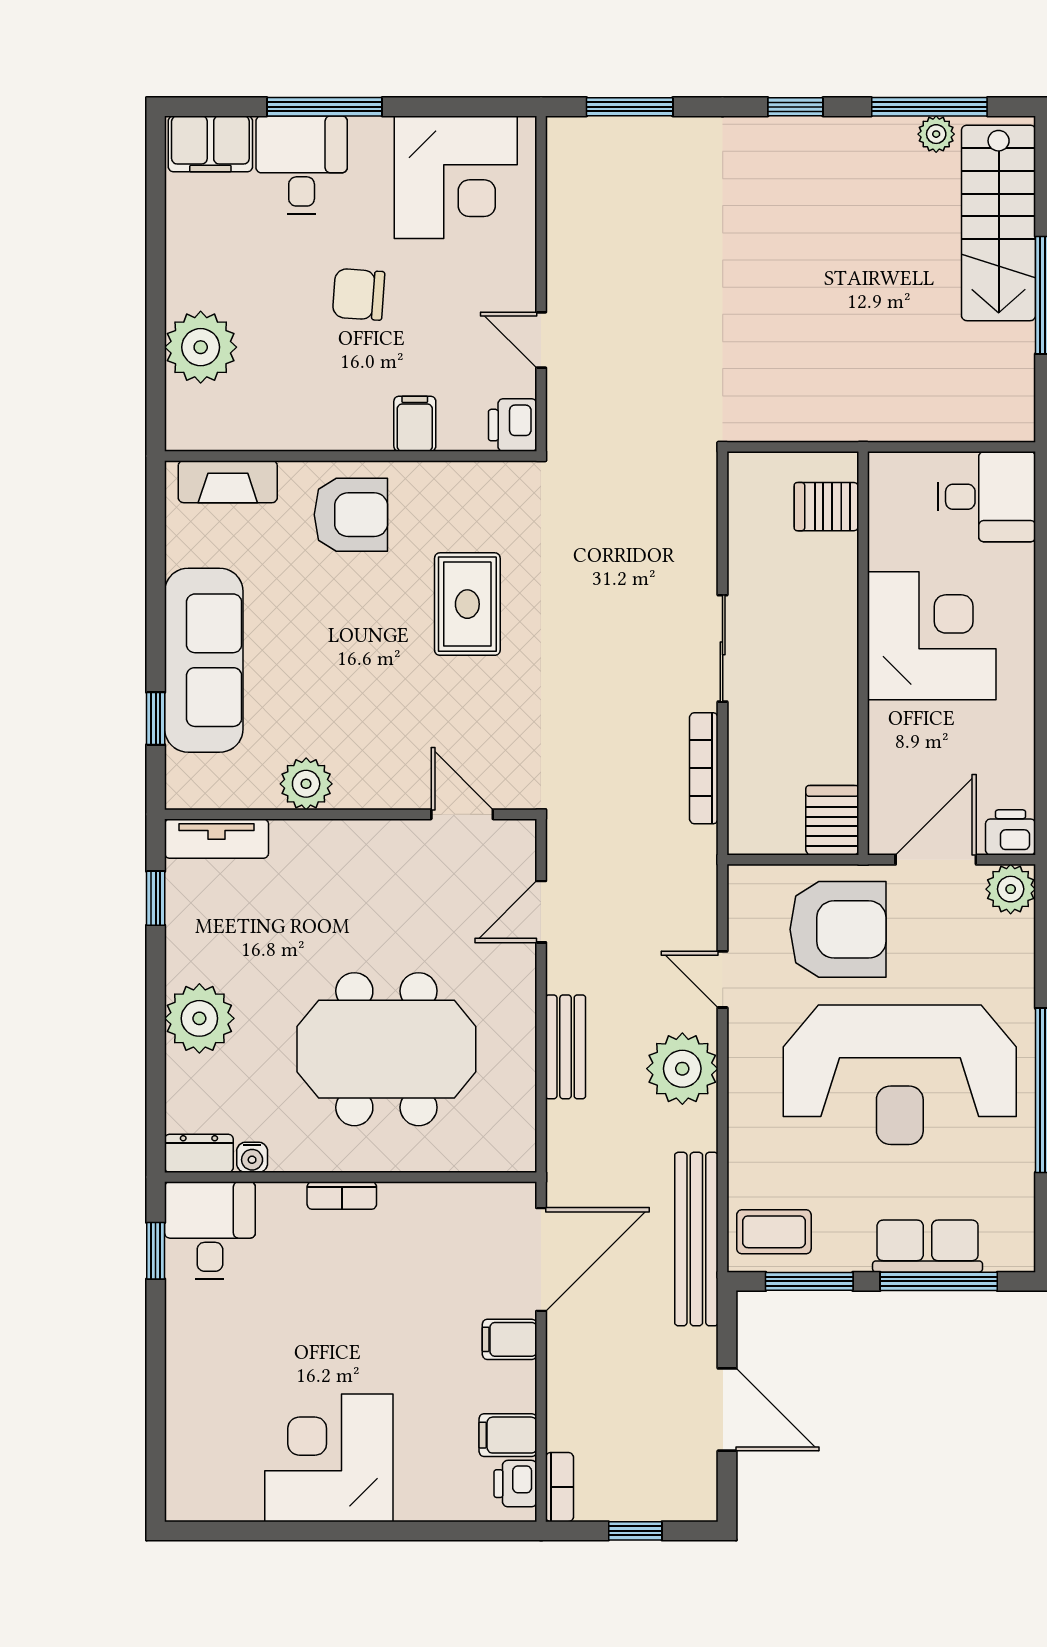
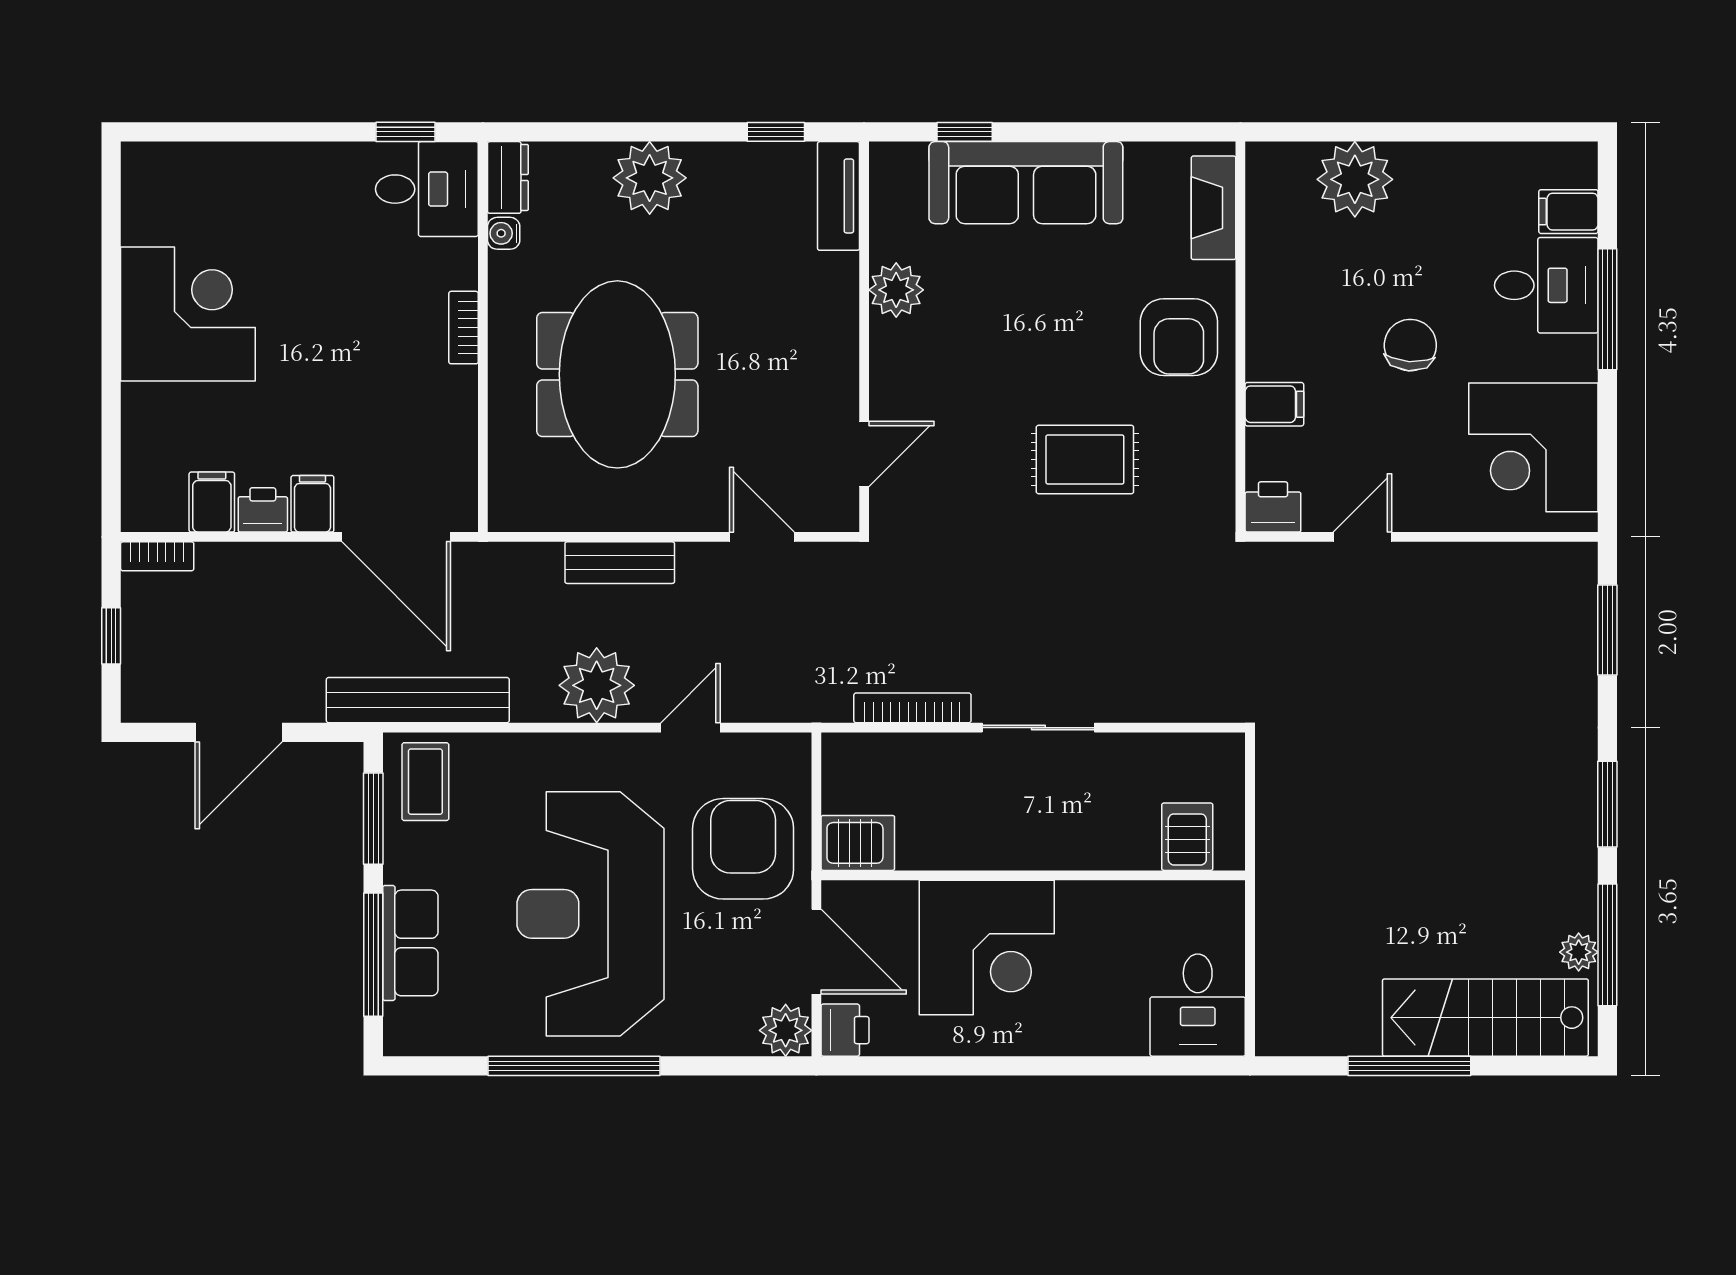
window: (795, 107) -> (1607, 804), width x1.50
filing cabinet: (210, 144) -> (1568, 212), width x0.50
corner desk: (932, 636) -> (987, 947), moved
armchair: (838, 929) -> (743, 849), turned 180
printer: (515, 1484) -> (263, 510), moved

